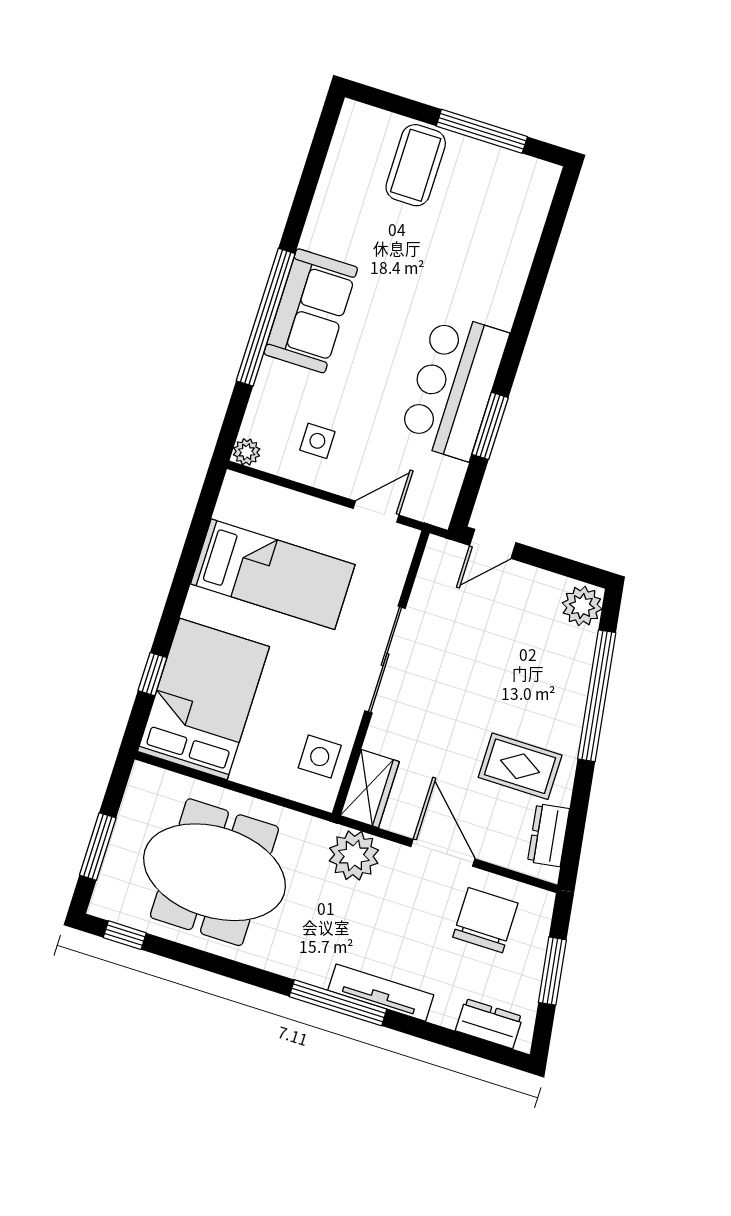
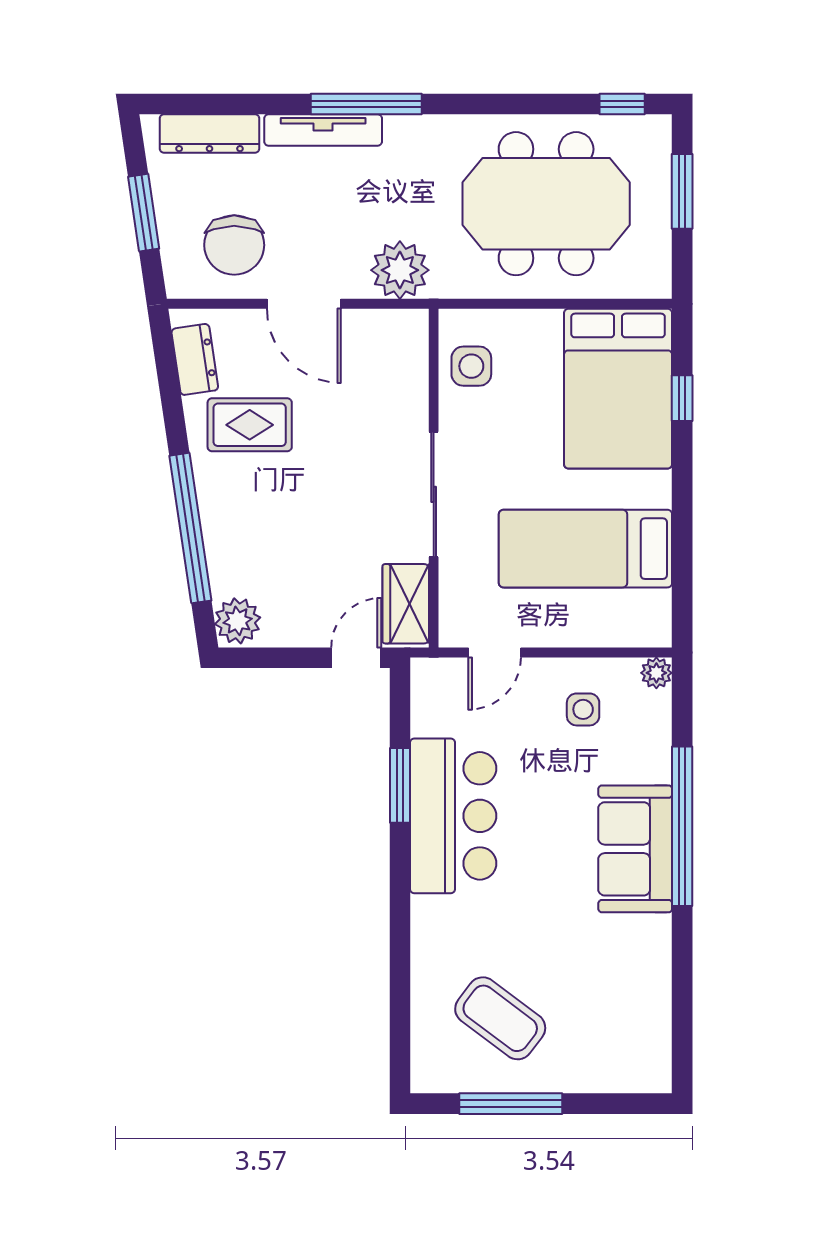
coffee table: (416, 165) -> (500, 1018), moved, turned -53
wardrobe: (370, 789) -> (406, 604), moved
dresser: (489, 1024) -> (210, 134), width x1.44

